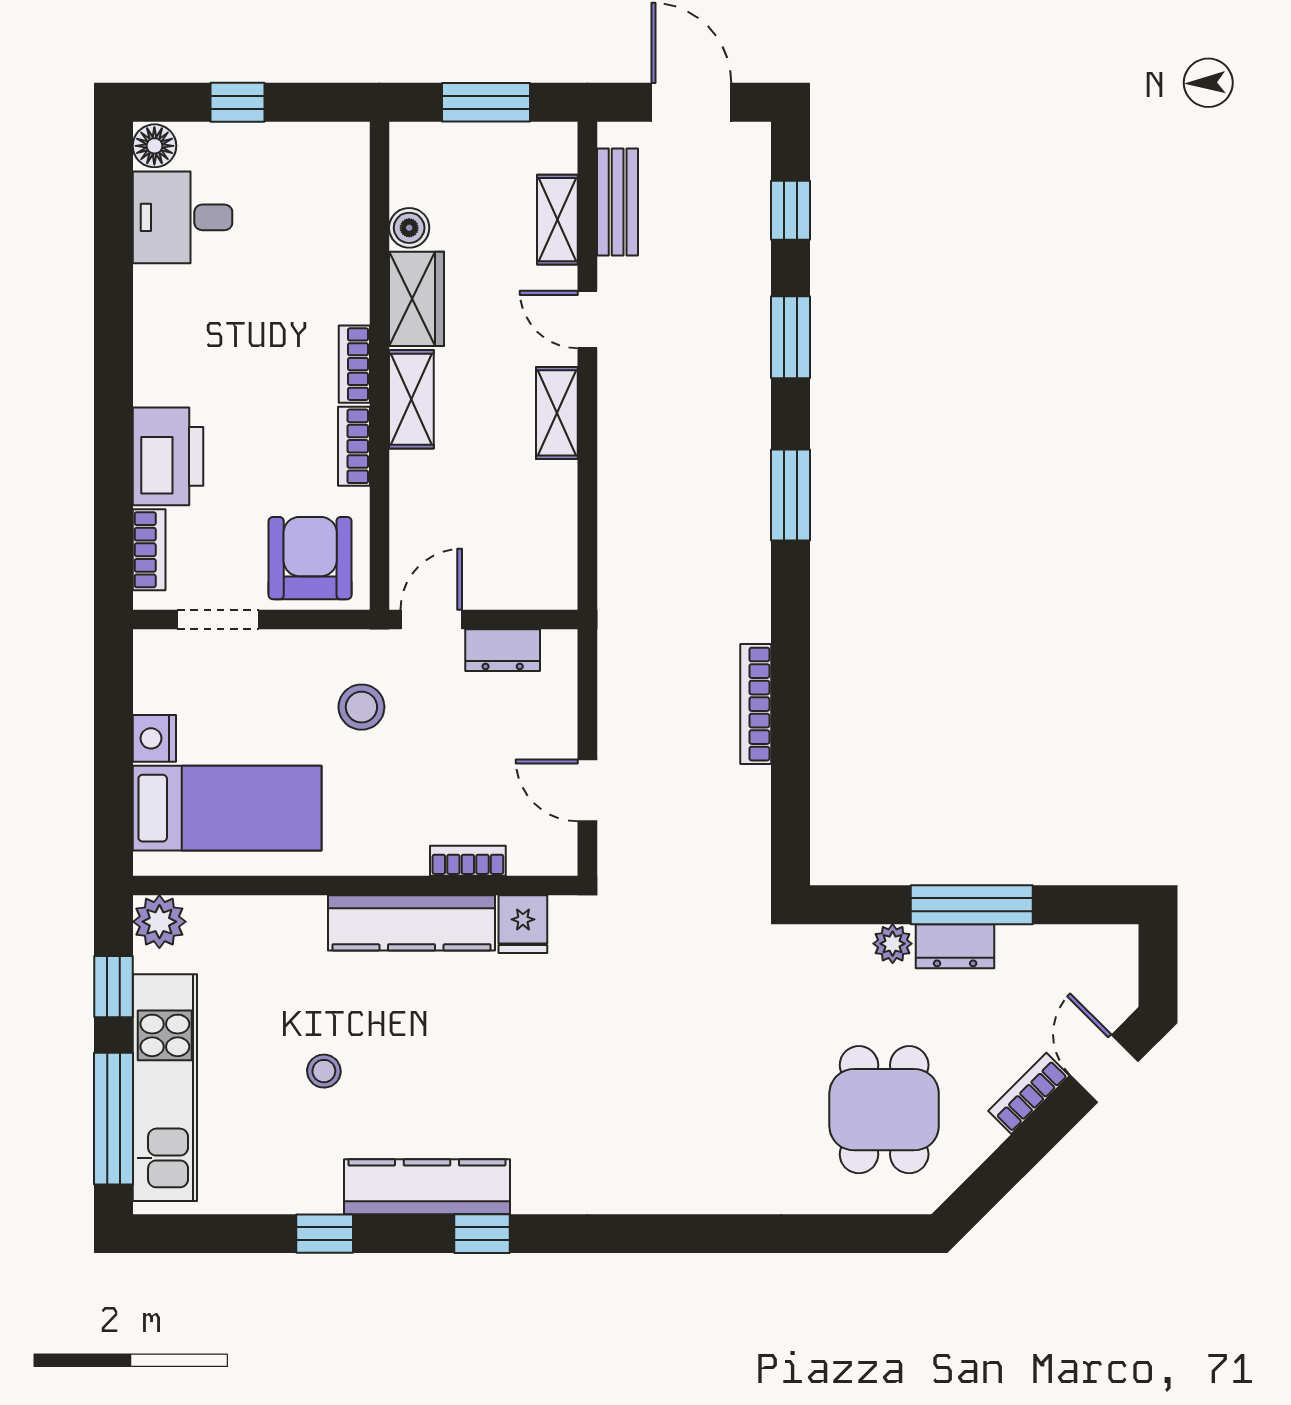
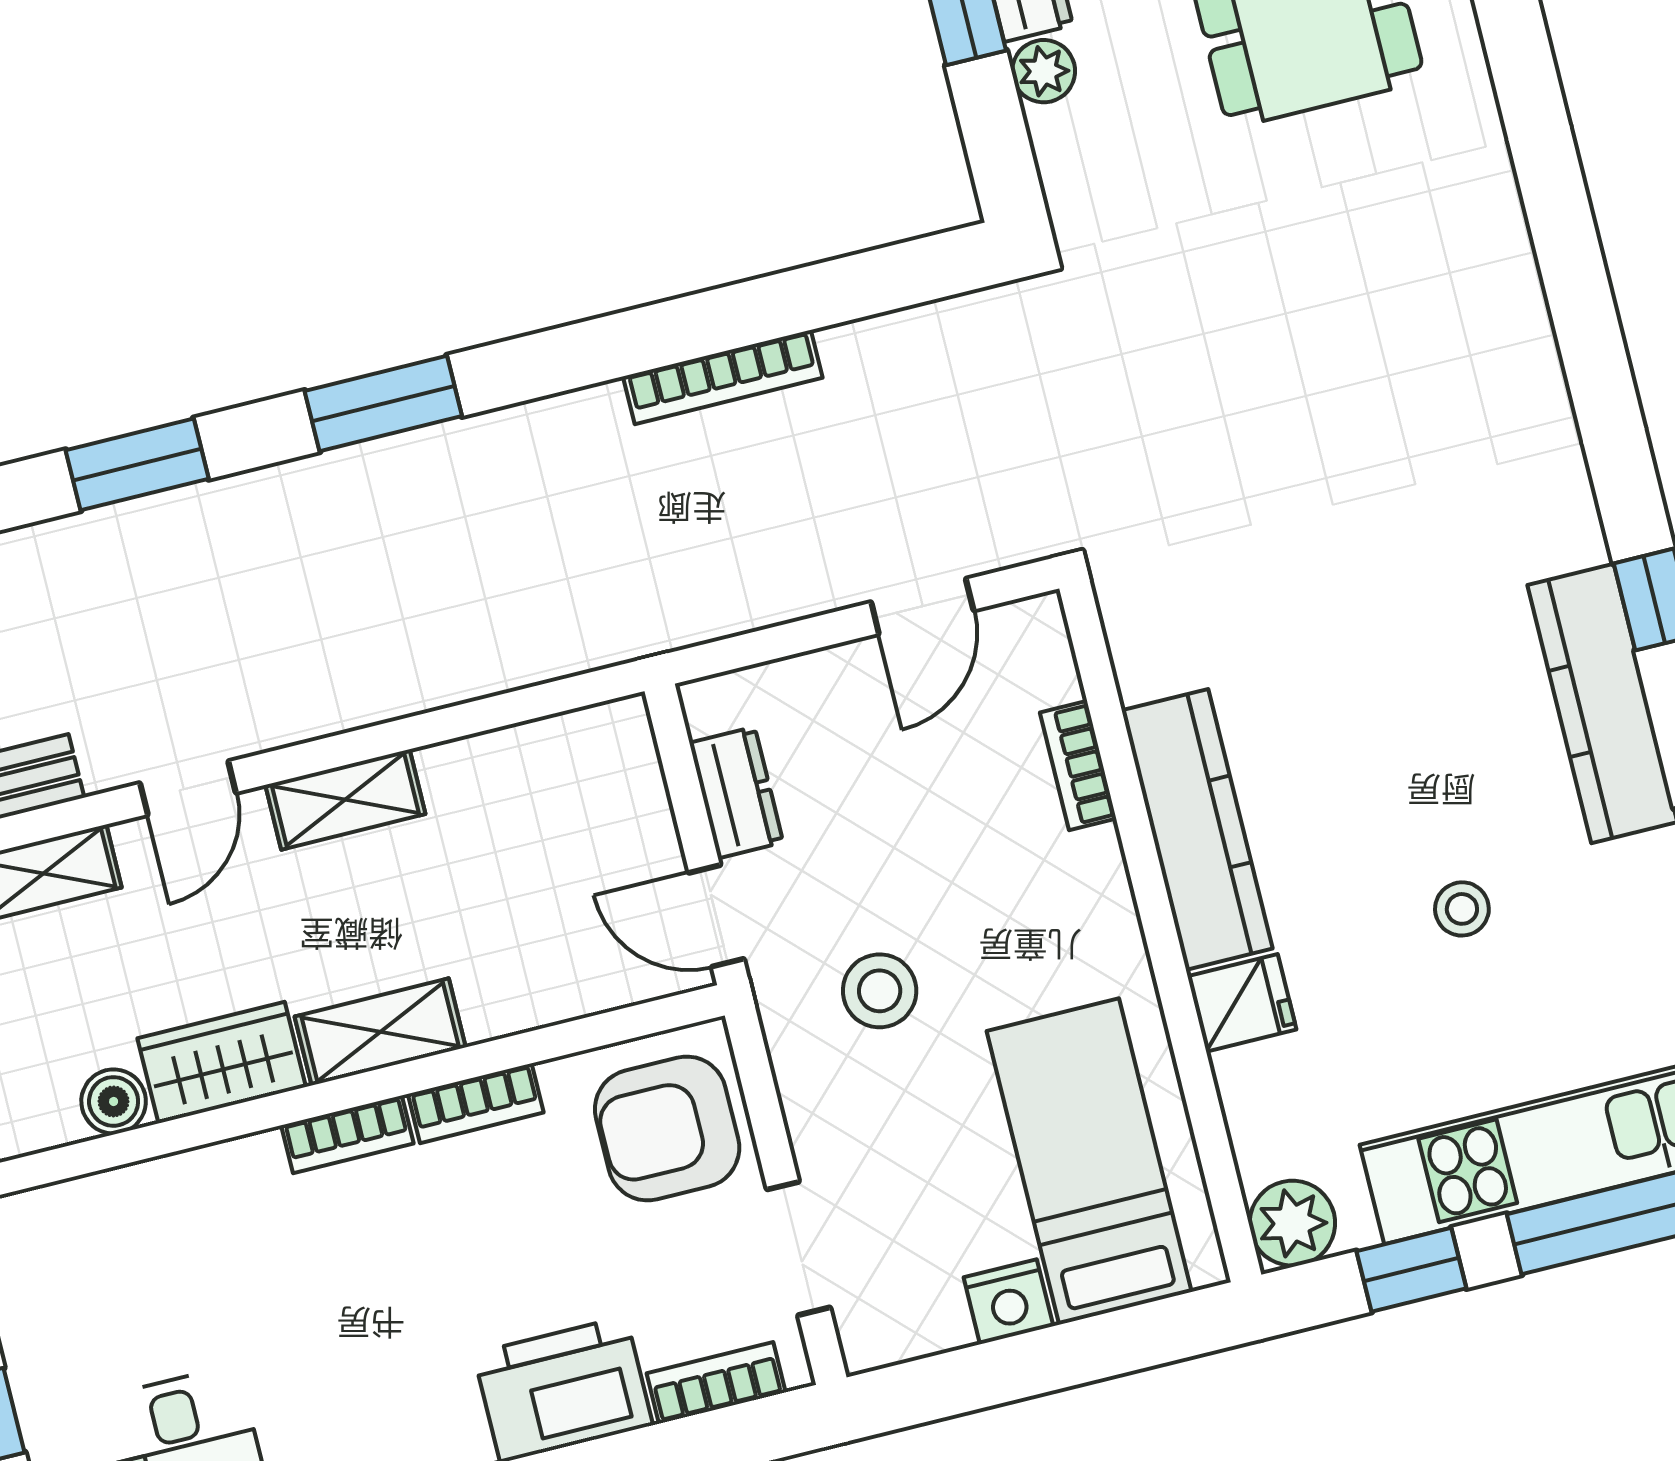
fridge: (523, 924) -> (1242, 1003), moved

